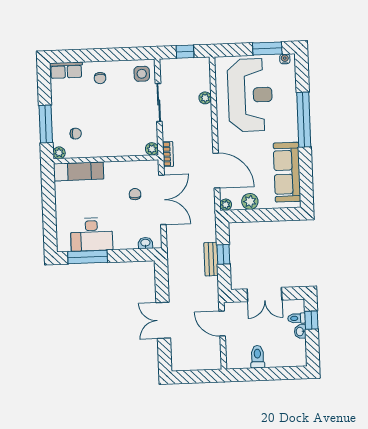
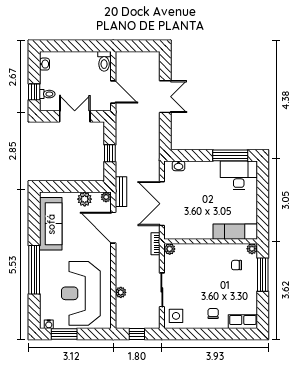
chair: (135, 194) -> (186, 210), removed
desk: (92, 234) -> (239, 175), moved
bench: (211, 259) -> (121, 192), moved
washbasin: (300, 332) -> (44, 64), moved
toilet: (257, 357) -> (104, 61), moved

